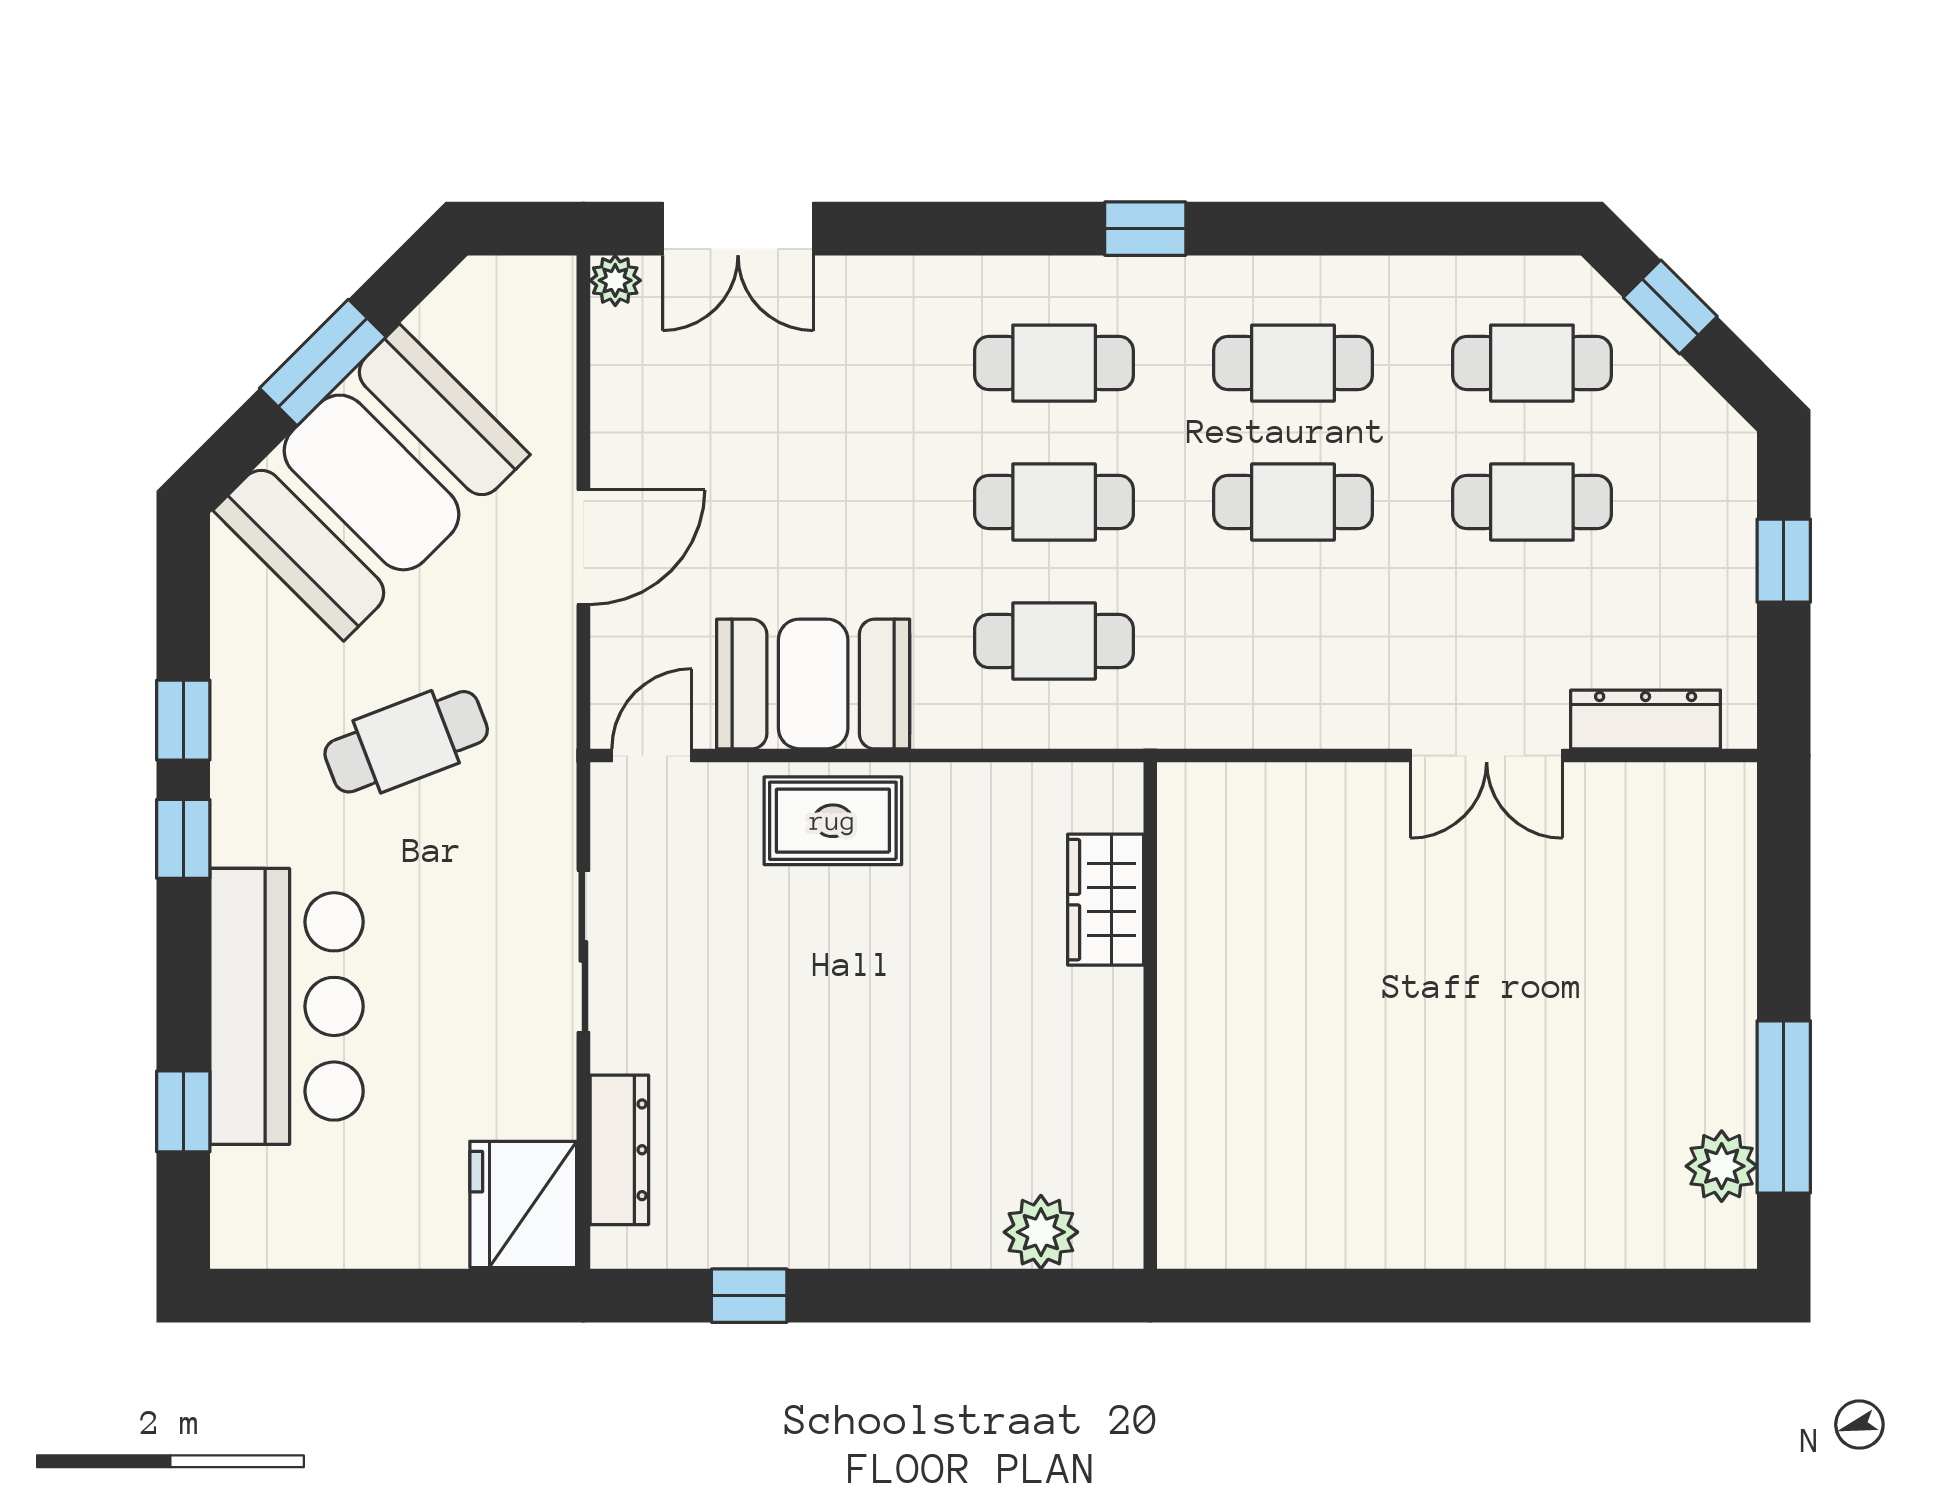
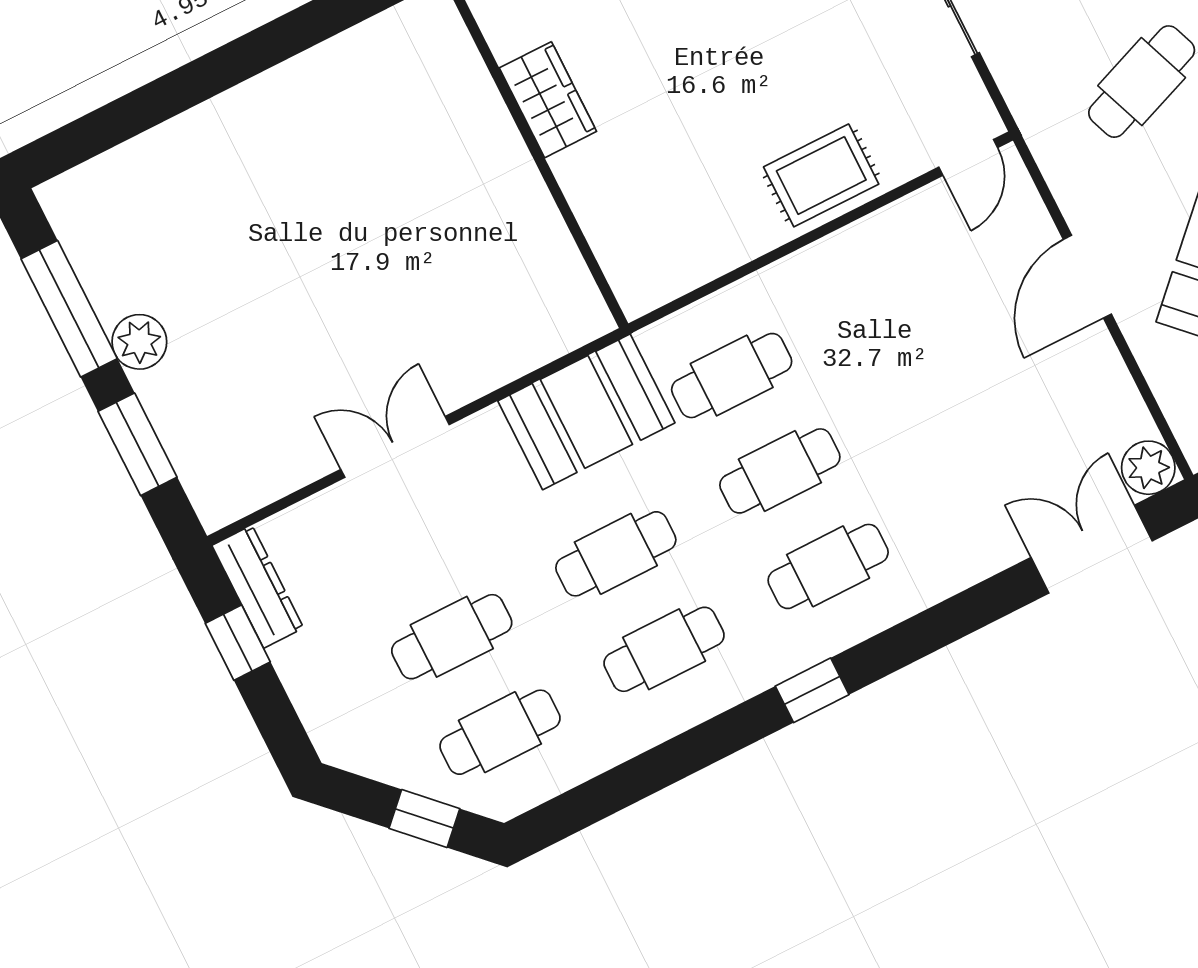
plant: (615, 280) -> (1148, 468), width x1.38, depth x1.38
window: (1784, 561) -> (238, 643), moved
booth: (813, 684) -> (586, 412), moved
dresser: (1646, 719) -> (258, 587), moved, turned -90
wardrobe: (1106, 900) -> (548, 100), moved
window: (1784, 909) -> (138, 444), added
plant: (1722, 1166) -> (139, 342), moved

